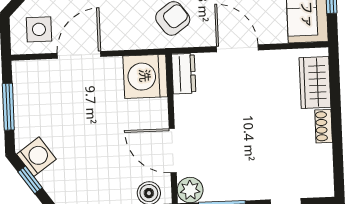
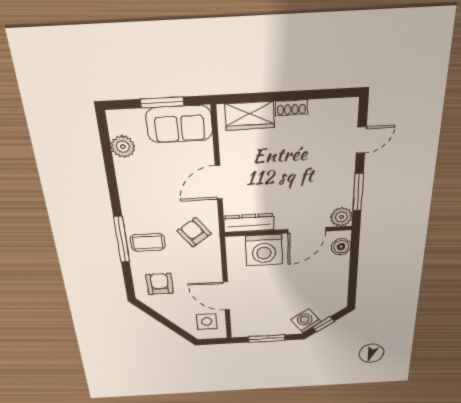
dresser: (184, 74) -> (249, 223), width x1.44
washing machine: (145, 76) -> (264, 250), moved

